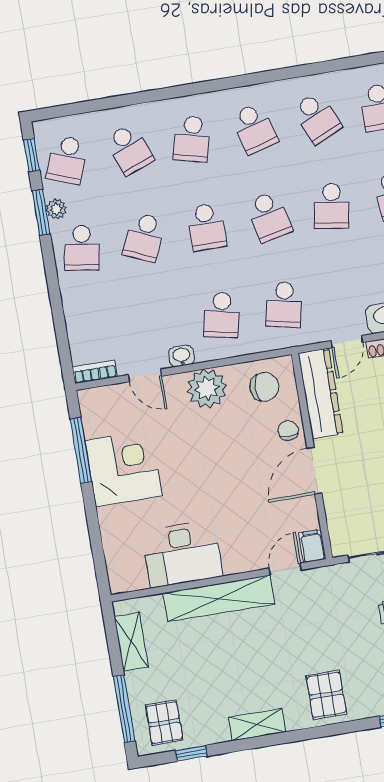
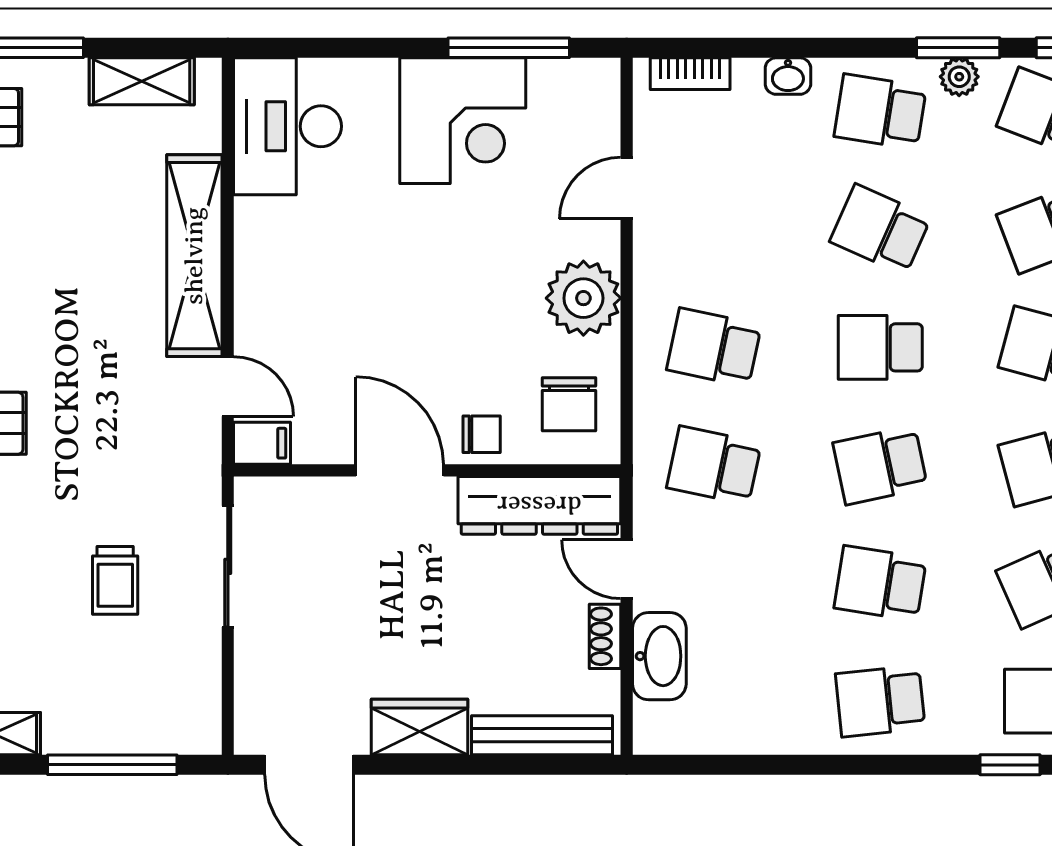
washbasin: (181, 356) -> (788, 76), moved, turned 90
bookcase: (95, 372) -> (690, 74), moved, turned 90
desk: (182, 554) -> (288, 126), moved

